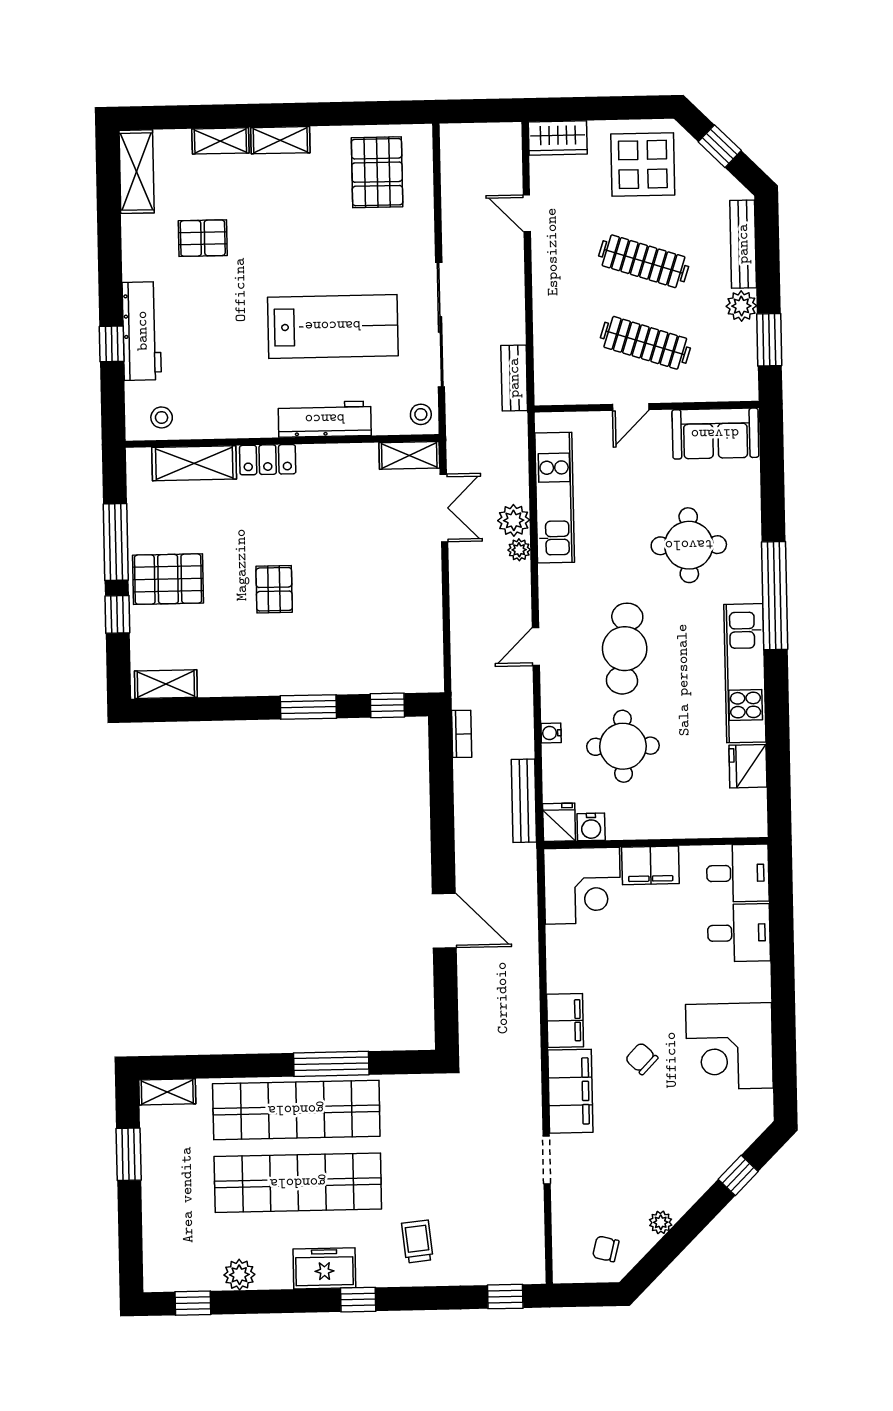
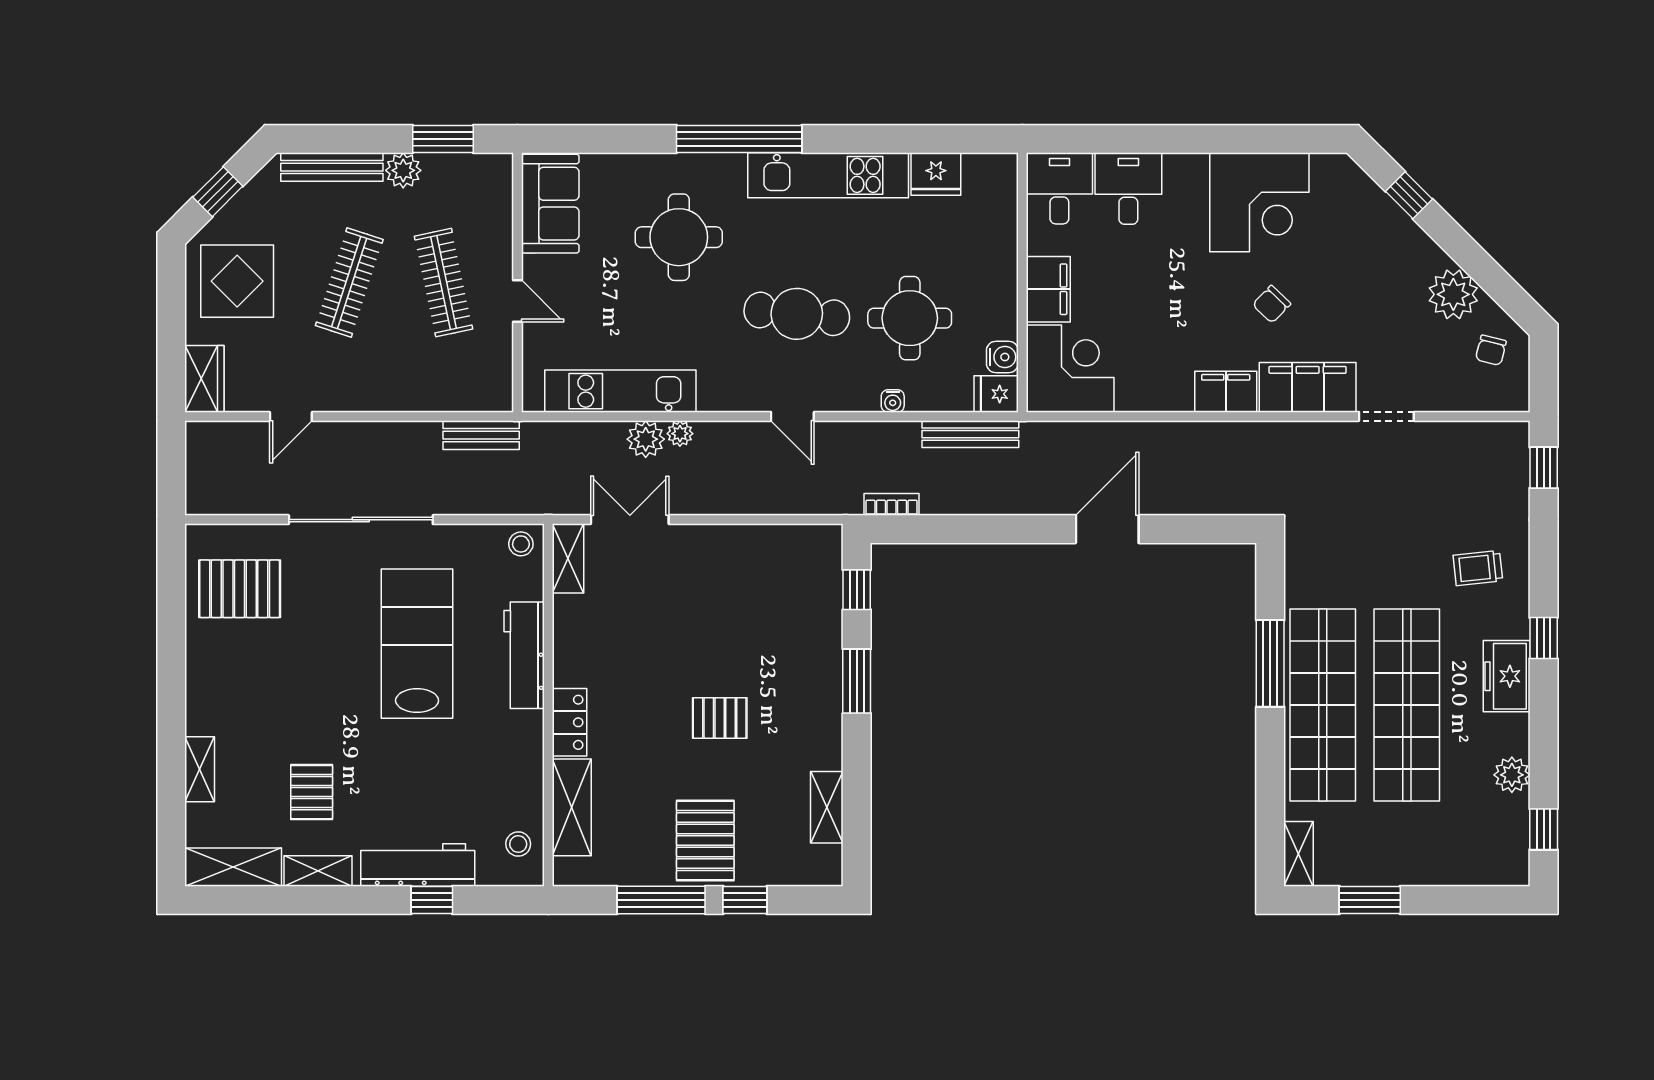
shelving: (280, 140) -> (318, 871), moved, turned 90
sliding door: (440, 324) -> (361, 520), moved
clothes rail: (645, 343) -> (444, 283), turned -30
shelving: (166, 684) -> (827, 807), moved
plant: (661, 1222) -> (1453, 294), width x1.88, depth x1.88

